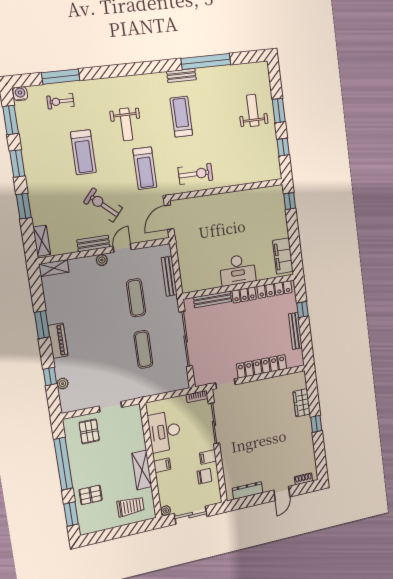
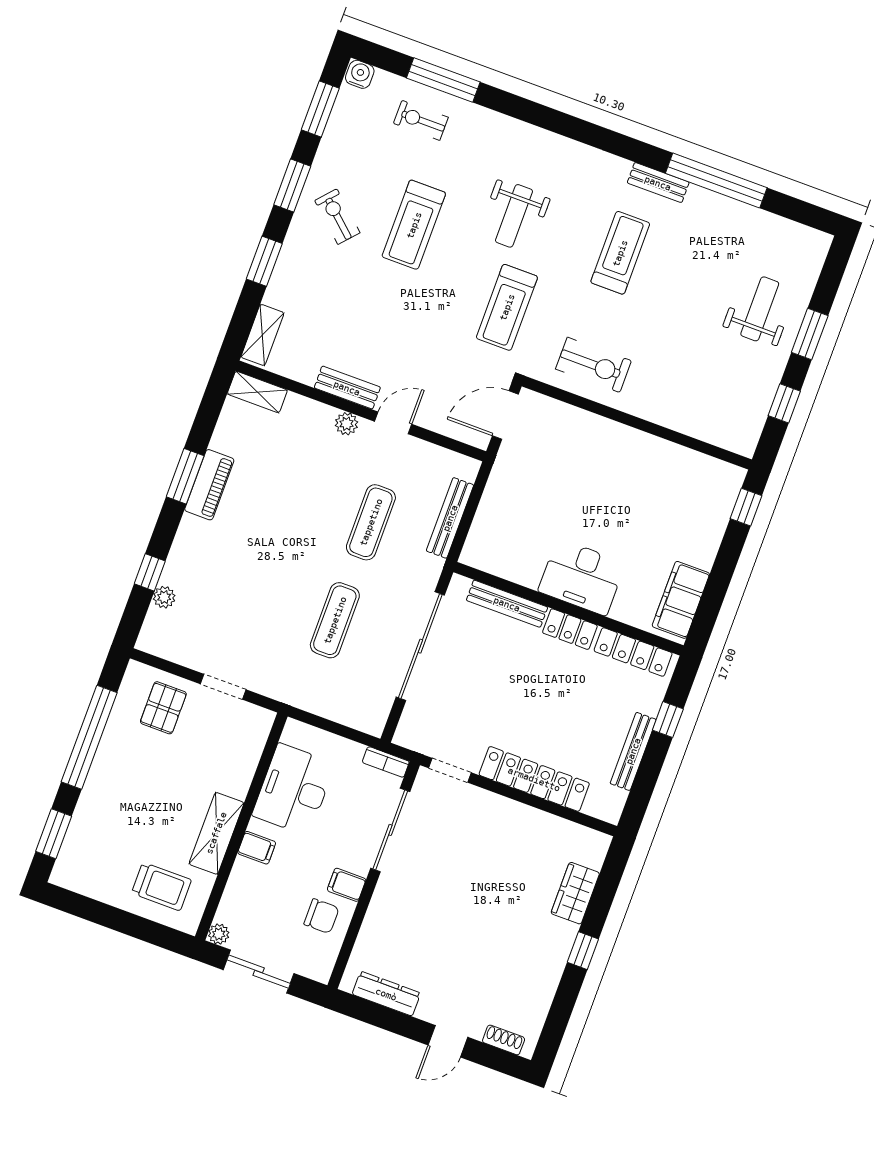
exercise bike: (103, 205) -> (337, 217), moved, width x0.73, depth x0.72
piano: (58, 341) -> (209, 485), moved
pallet: (91, 495) -> (105, 821), removed

